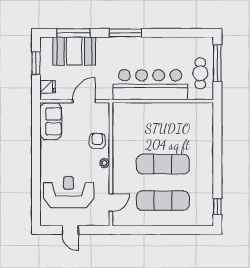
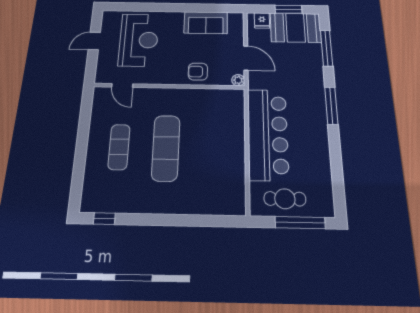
booth: (74, 51) -> (295, 28), moved, turned 90
sofa: (51, 121) -> (206, 23), moved
armchair: (97, 141) -> (198, 72), turned 180
plant: (104, 163) -> (238, 80), moved
exercise mat: (163, 201) -> (119, 147), width x0.73, depth x0.69

